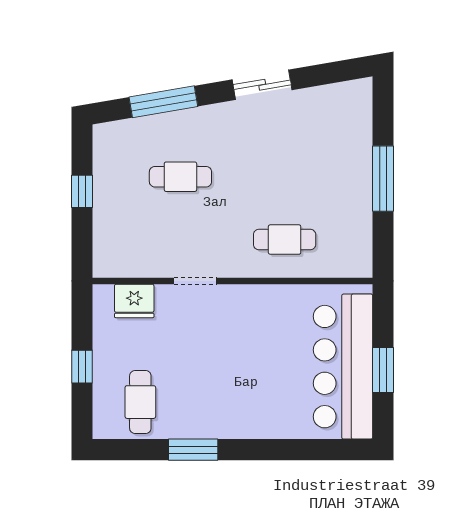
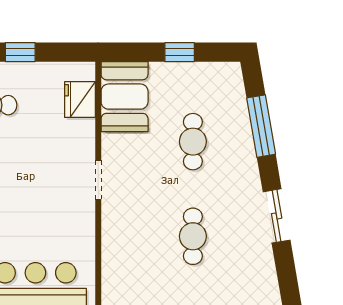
cafe table: (285, 240) -> (193, 236), moved
booth: (131, 252) -> (125, 97), added
doorway: (195, 281) -> (98, 180), moved

